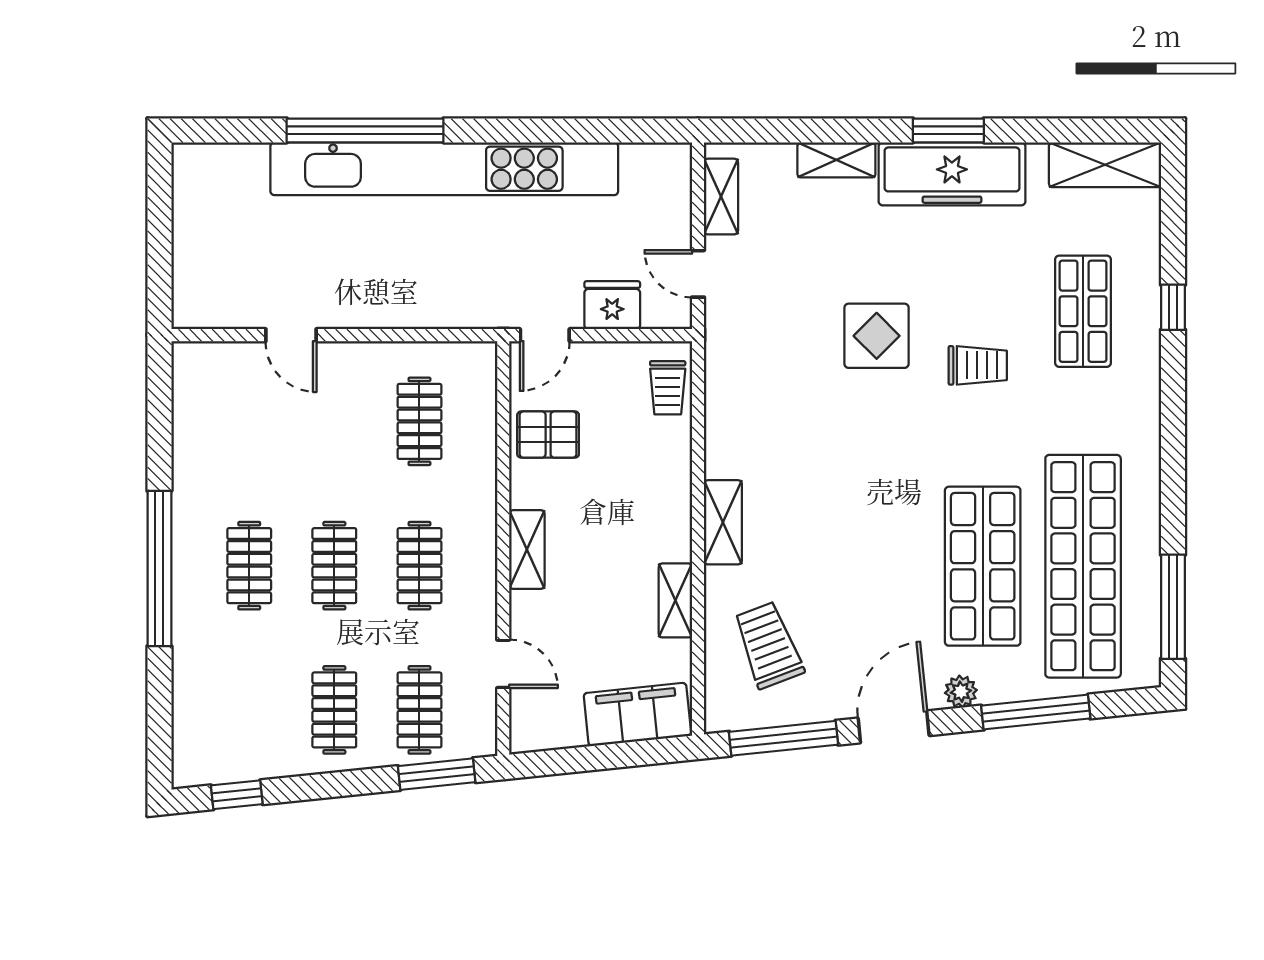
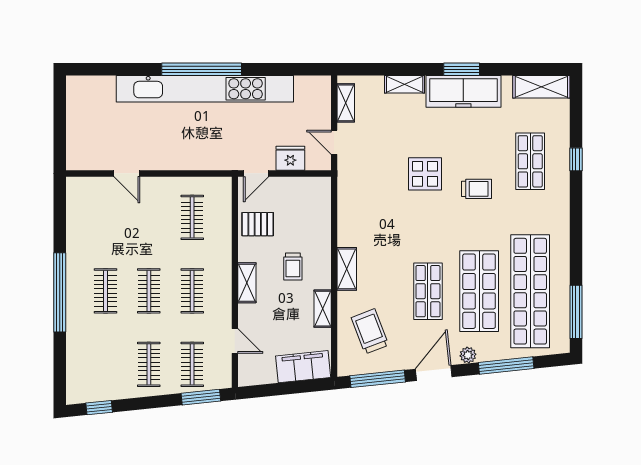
window: (365, 130) -> (202, 69), moved
trolley: (668, 388) -> (293, 267), moved
shop shelf: (882, 566) -> (428, 291), added

